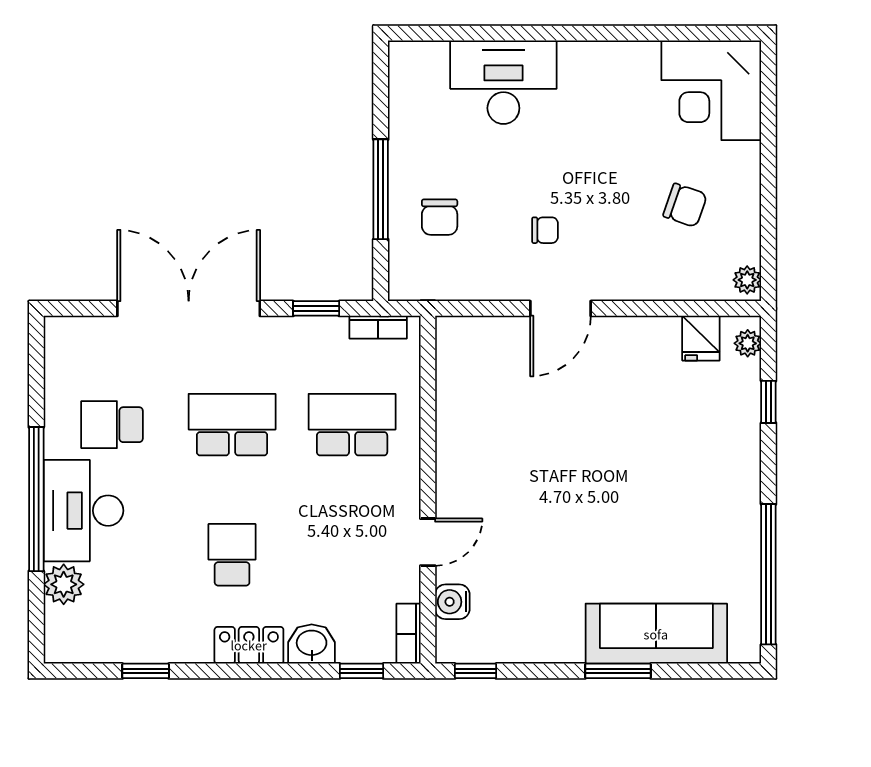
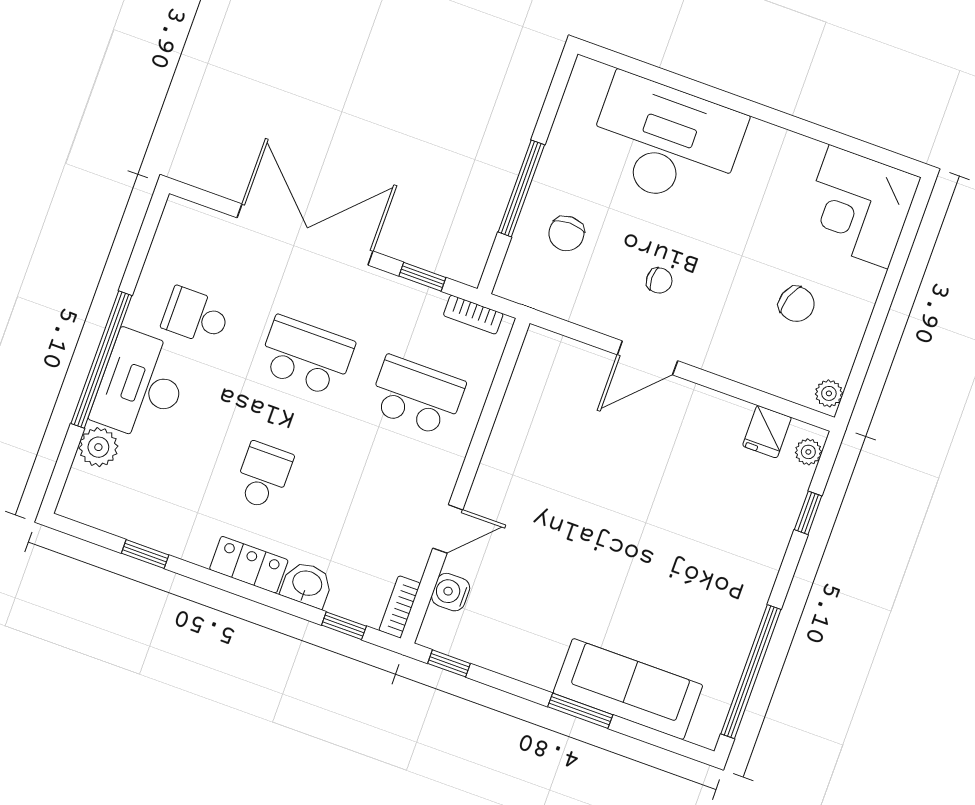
desk: (503, 82) -> (666, 142), width x1.36, depth x1.30

